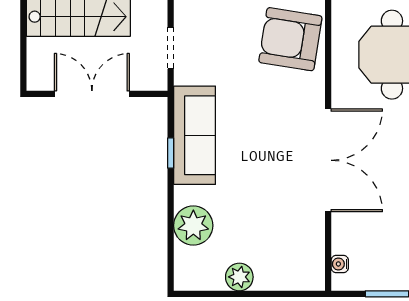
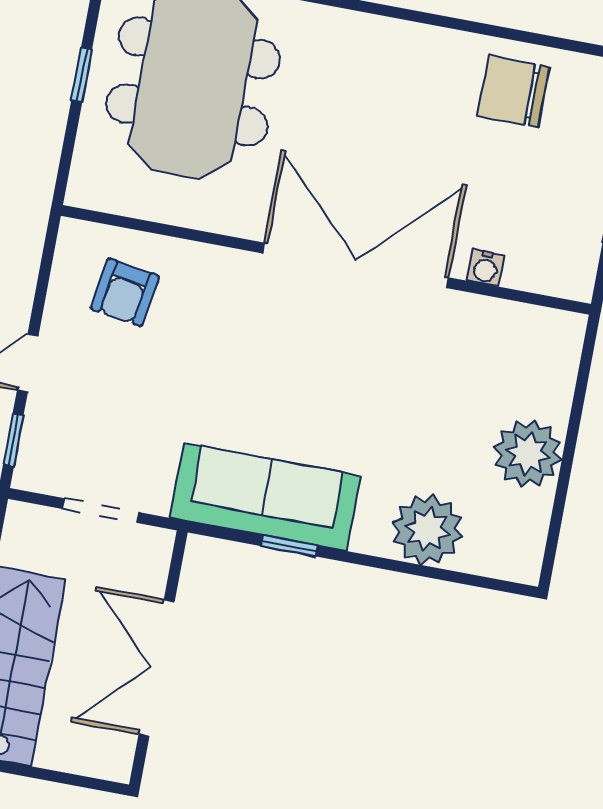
armchair: (290, 39) -> (125, 292), width x0.53, depth x0.53
water cooler: (340, 264) -> (485, 268), moved
plant: (239, 277) -> (528, 453), width x1.36, depth x1.36

